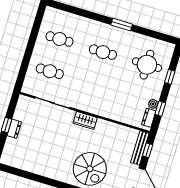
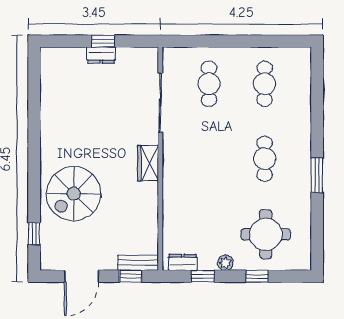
plant: (153, 104) -> (225, 263), moved
bench: (140, 148) -> (138, 263), width x0.73

